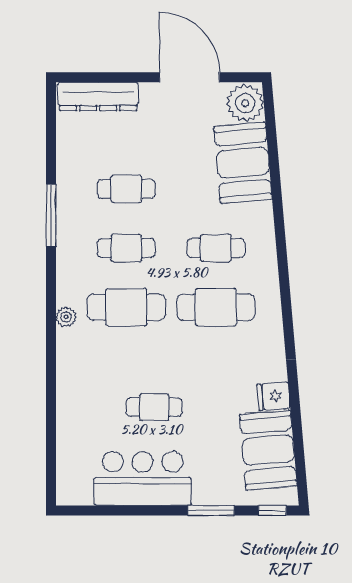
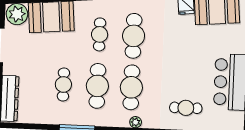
cafe table: (126, 248) -> (97, 86), width x1.37, depth x1.35
cafe table: (154, 407) -> (186, 108), moved, turned 90

